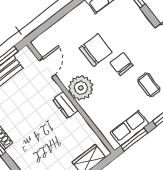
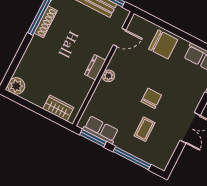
chair: (96, 50) -> (163, 44), moved
plant: (81, 88) -> (108, 76), width x0.53, depth x0.53

